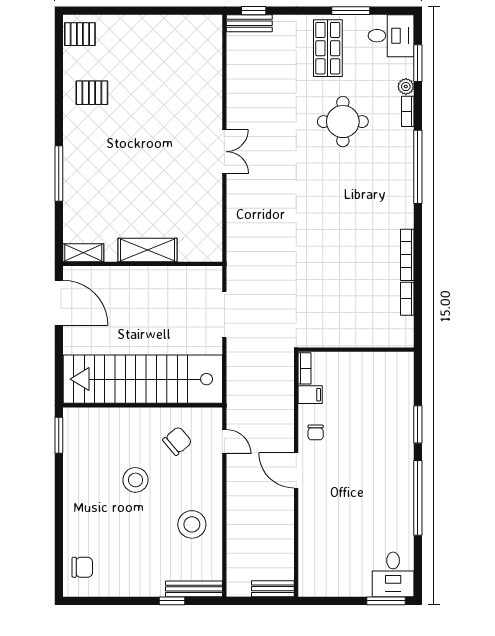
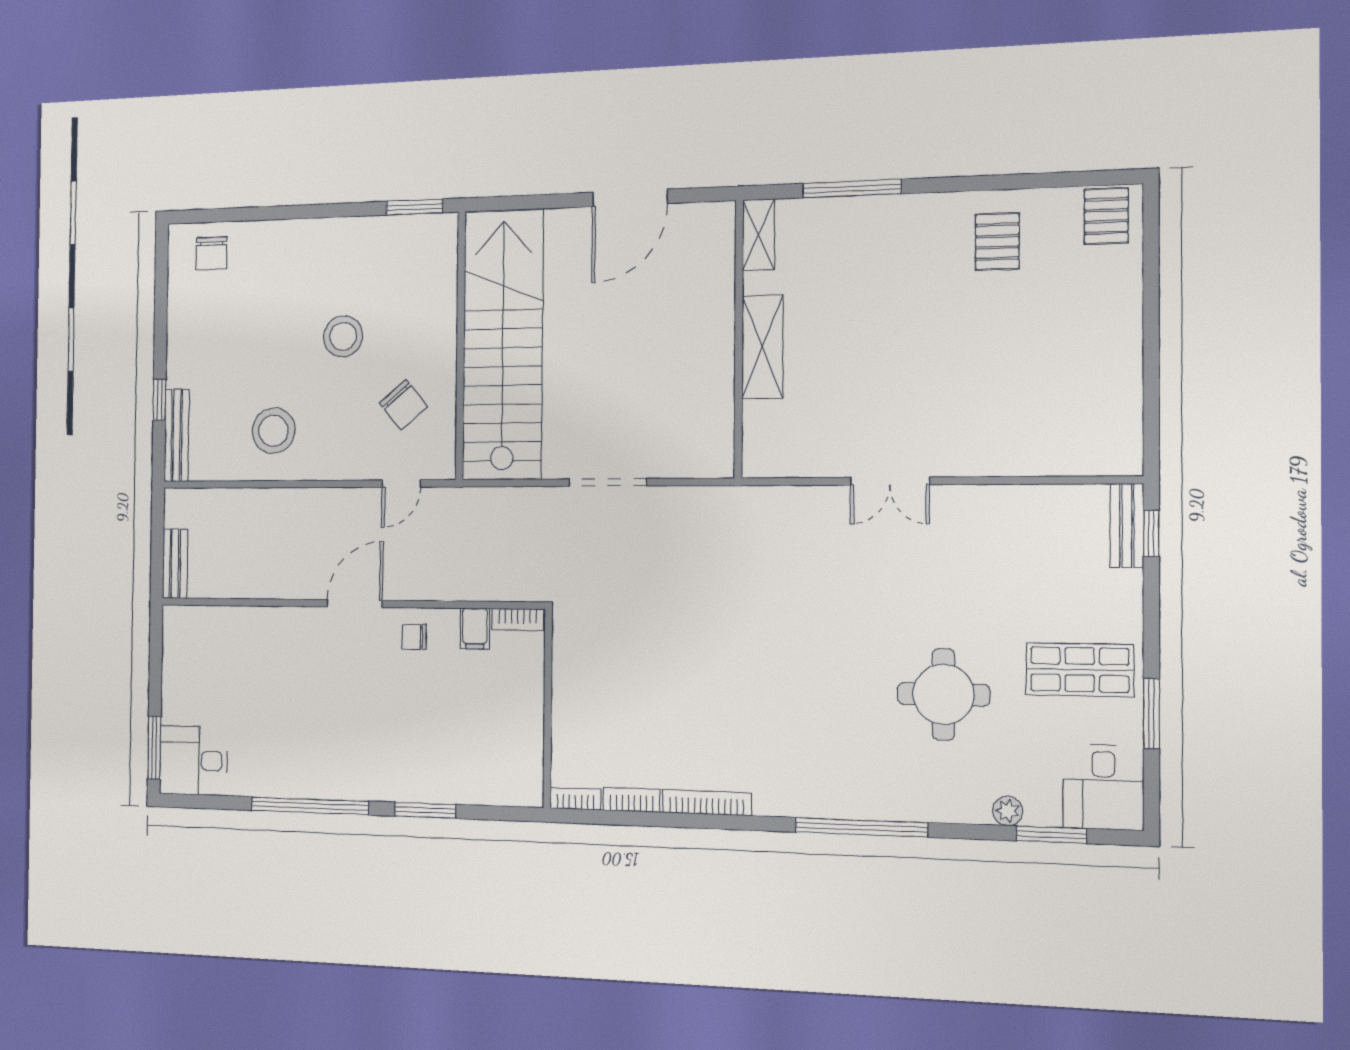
bookcase: (408, 111) -> (576, 799), moved
shelving: (148, 250) -> (762, 347), moved
shelving: (83, 253) -> (758, 235), moved
wall: (143, 264) -> (739, 339), moved

